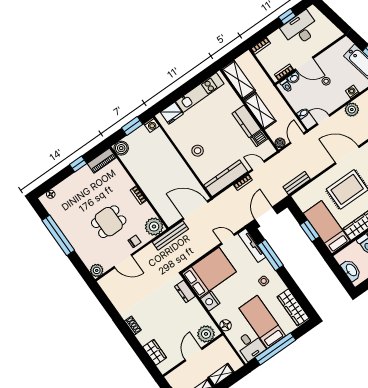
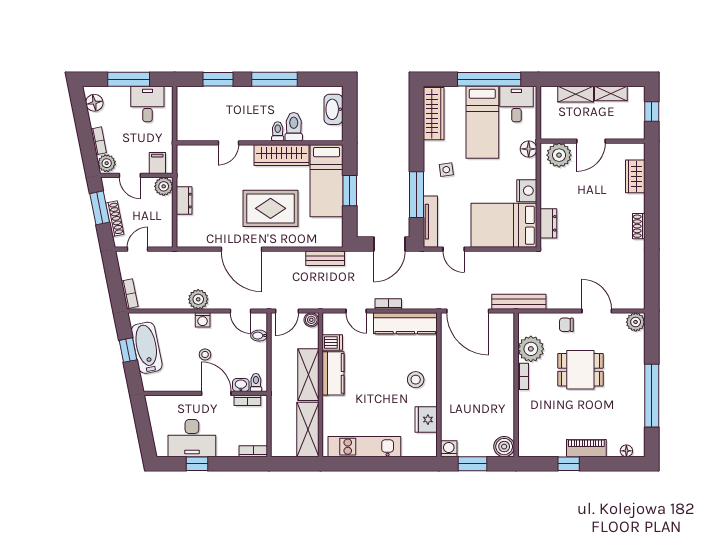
washing machine: (352, 92) -> (203, 320), moved
fridge: (172, 113) -> (426, 420), moved, turned -90
piano: (102, 161) -> (586, 448), moved
plant: (154, 227) -> (531, 349), moved

